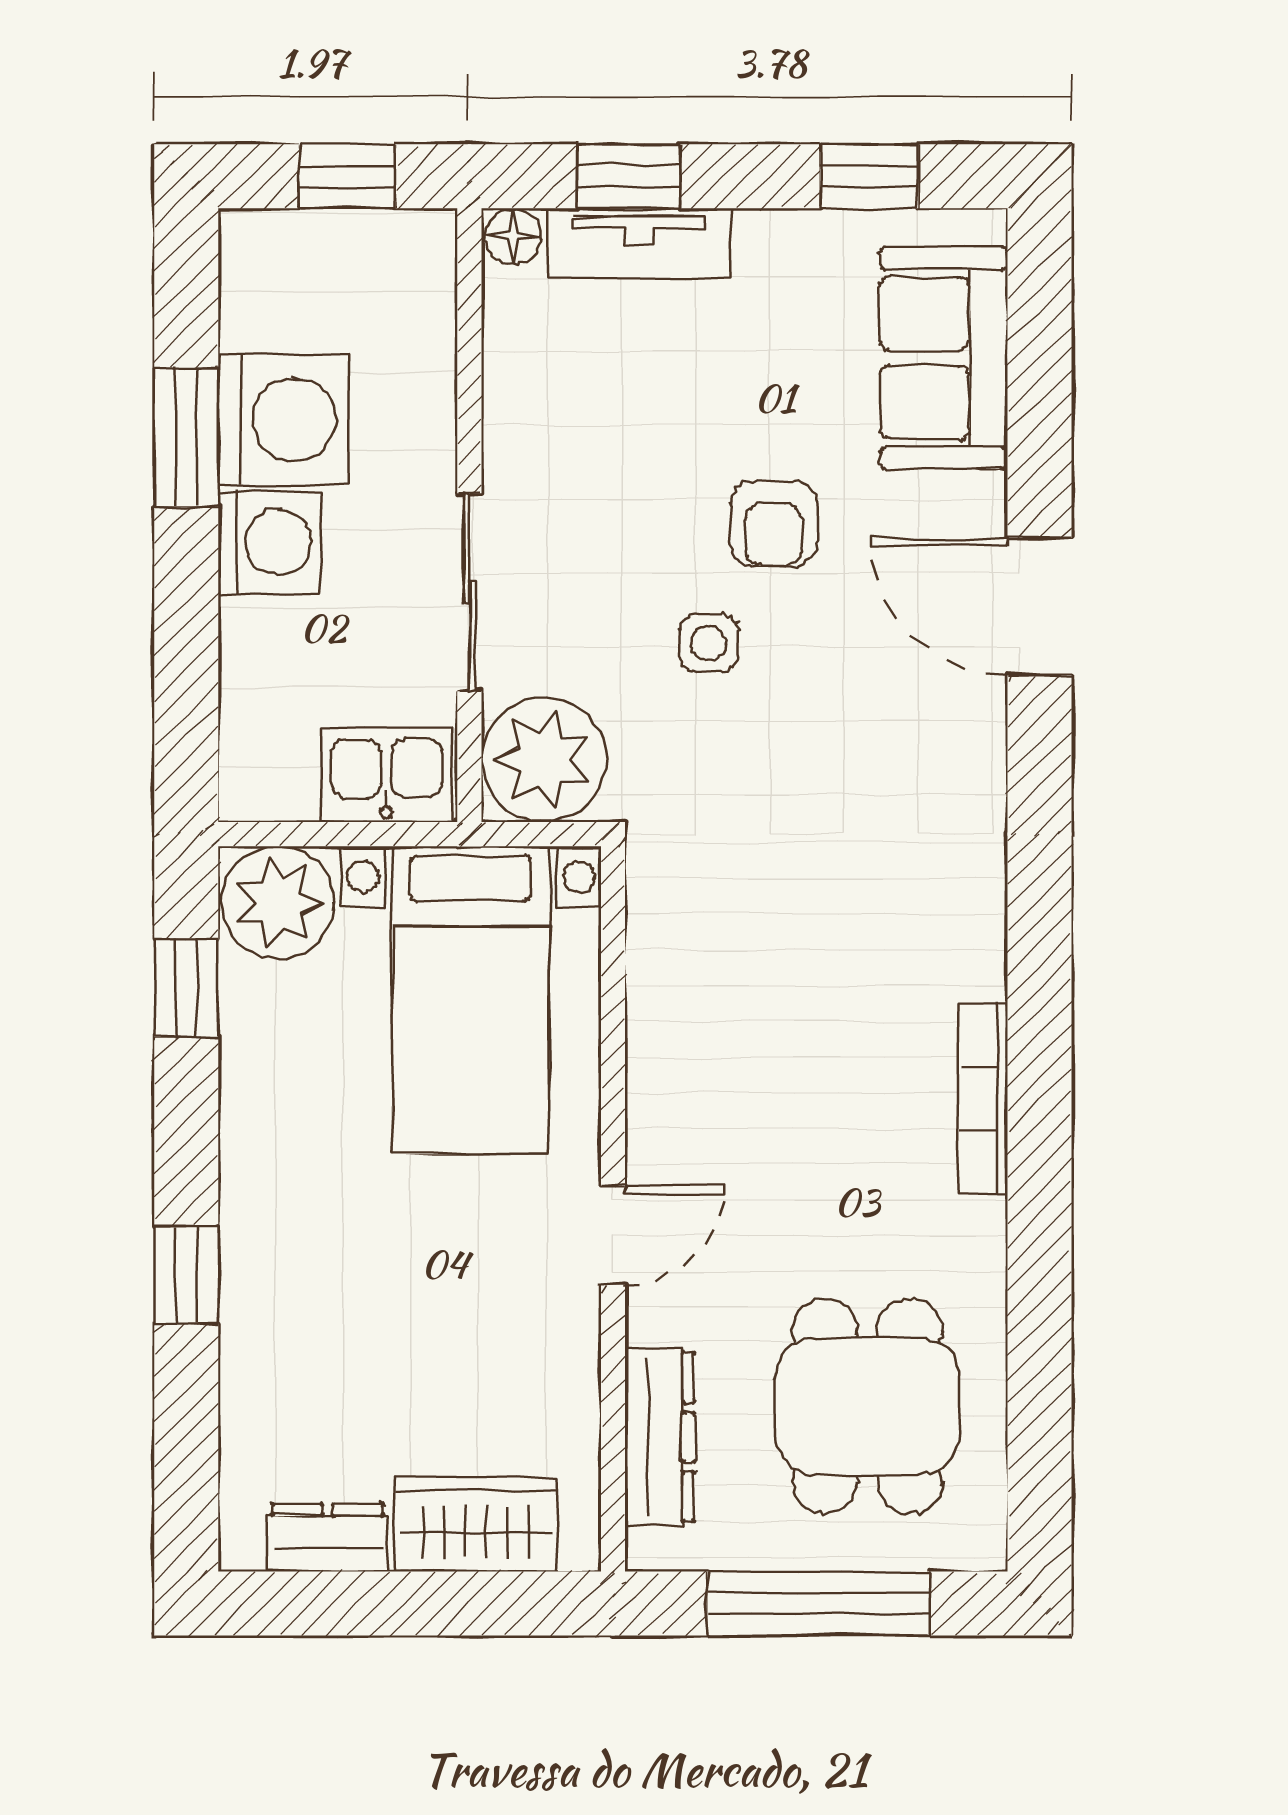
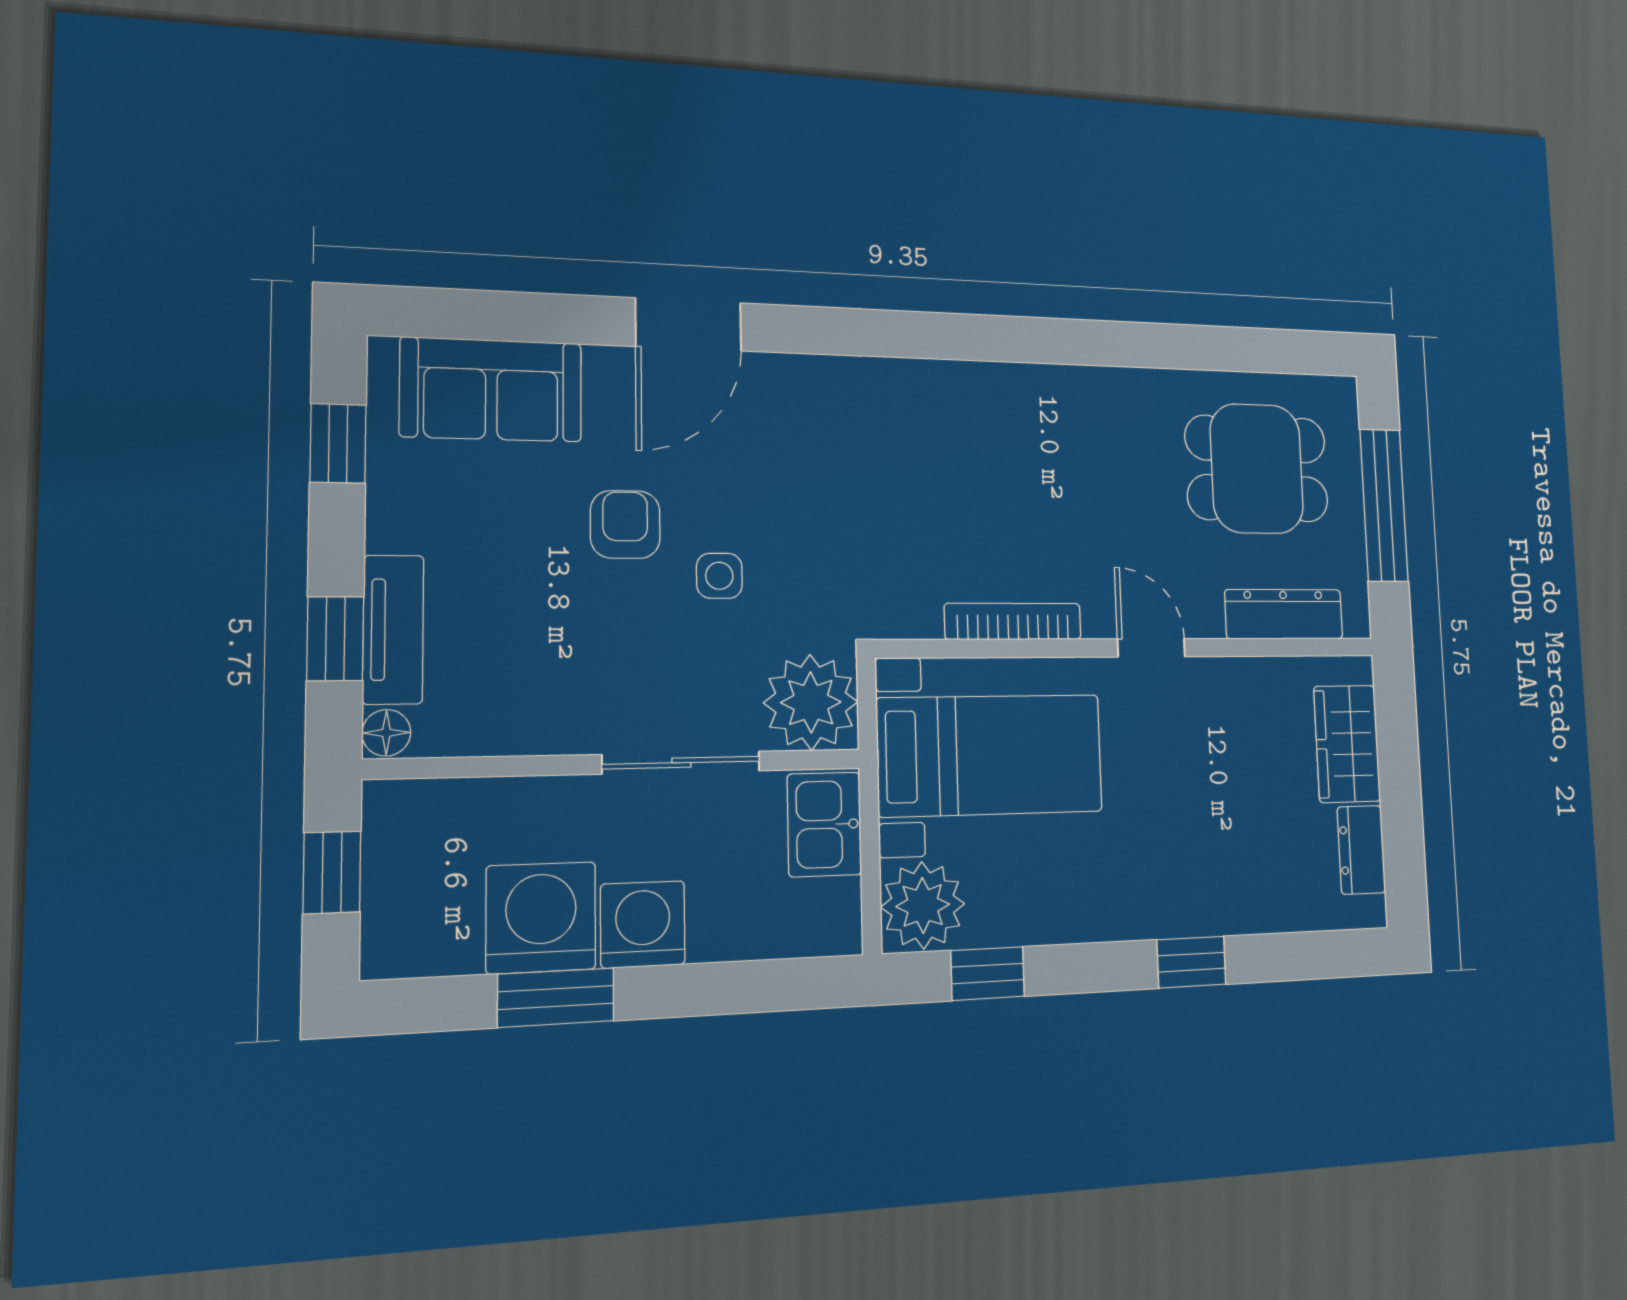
armchair: (774, 524) -> (625, 525), turned -90
bookcase: (983, 1099) -> (1013, 621), moved, turned 180

